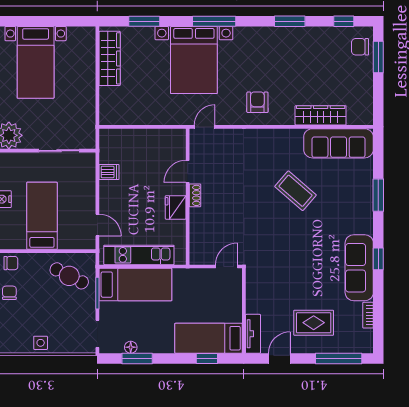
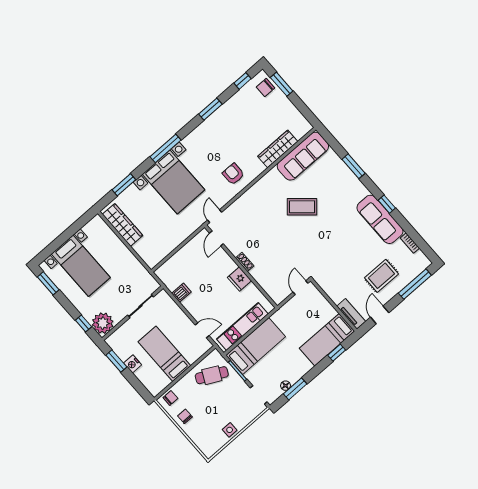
door: (188, 171) -> (216, 238), moved

